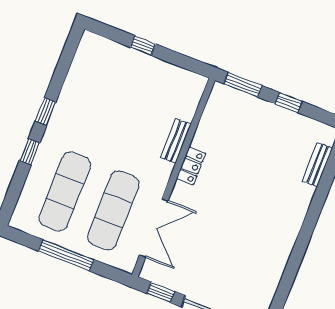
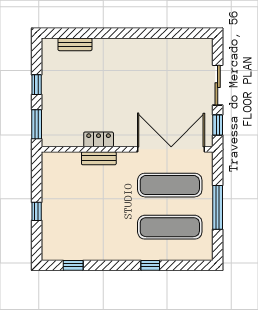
window: (46, 111) -> (73, 265), moved
locker: (191, 166) -> (99, 139), moved
double door: (154, 228) -> (171, 149), width x1.36

